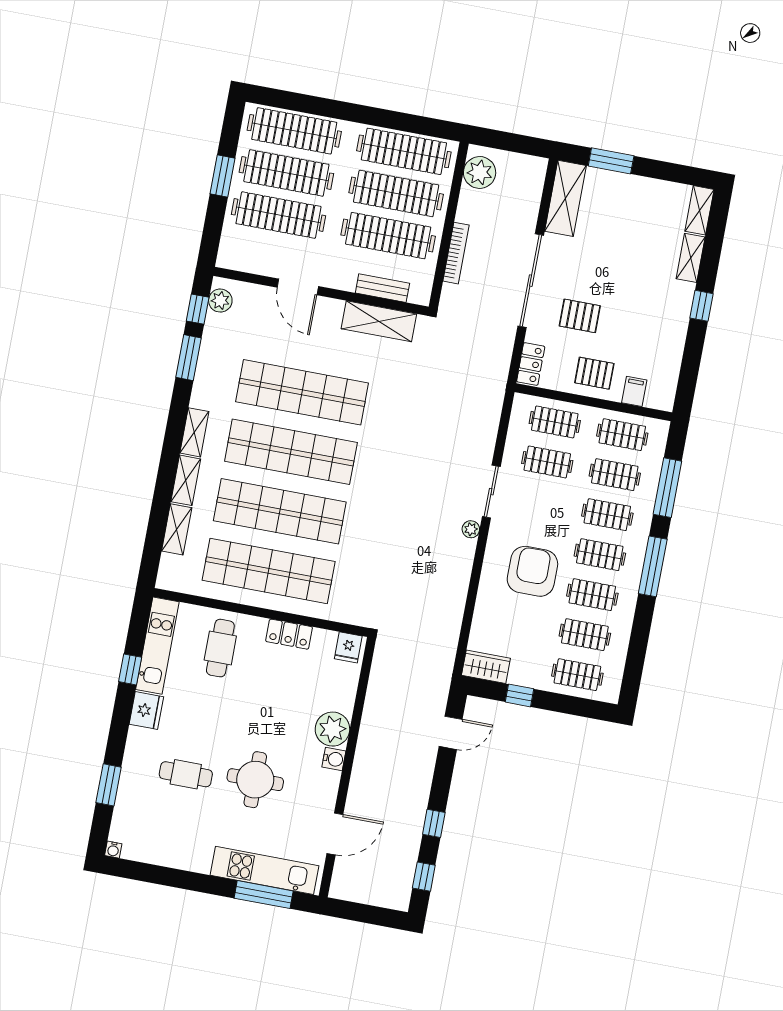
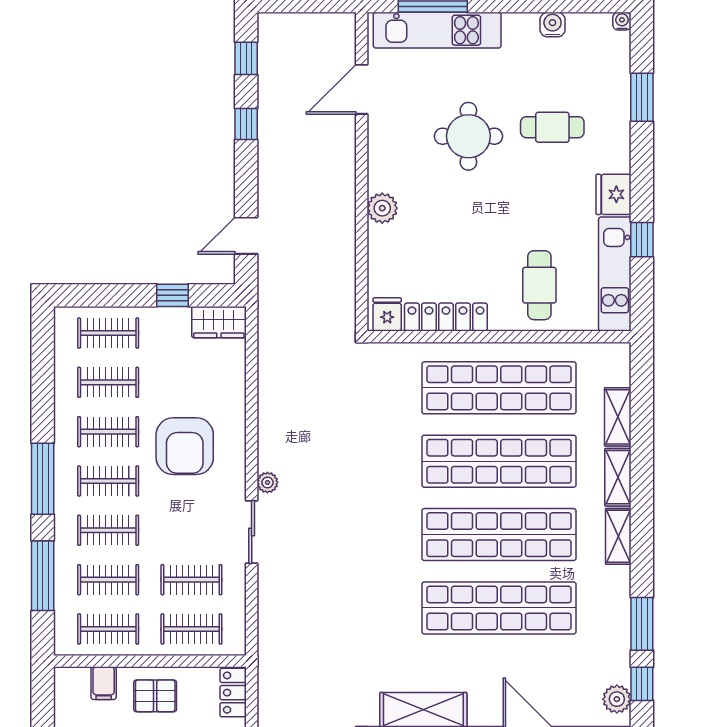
locker: (289, 634) -> (446, 317), width x1.53
plant: (332, 729) -> (382, 208), width x0.73, depth x0.73
water cooler: (334, 759) -> (553, 25), moved, turned 90

